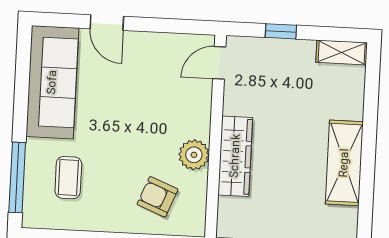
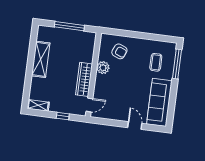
wardrobe: (235, 156) -> (84, 79), moved

